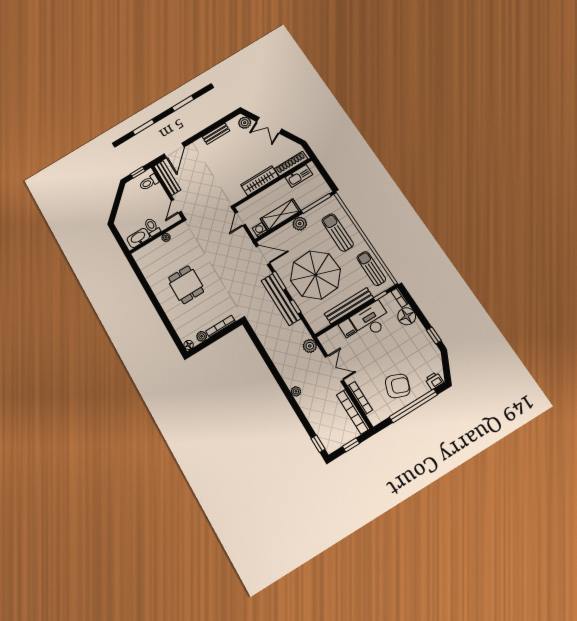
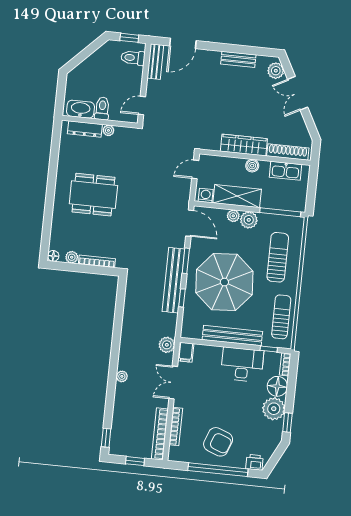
bench: (167, 178) -> (155, 62), width x0.73
boiler: (275, 189) -> (252, 166), added
plant: (288, 229) -> (233, 216), added
dresser: (150, 248) -> (85, 129), added
dining table: (186, 285) -> (93, 195), width x1.38
filing cabinet: (347, 328) -> (186, 352), moved
plant: (417, 333) -> (274, 409), added
double door: (334, 368) -> (173, 383), swing flipped

